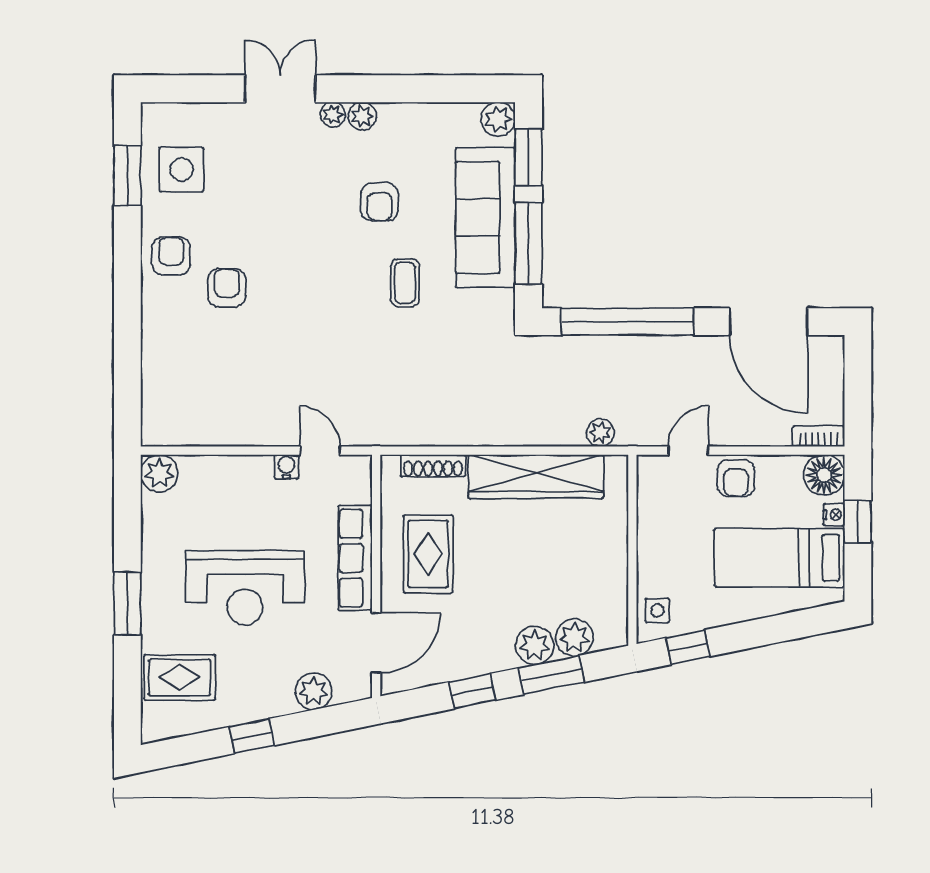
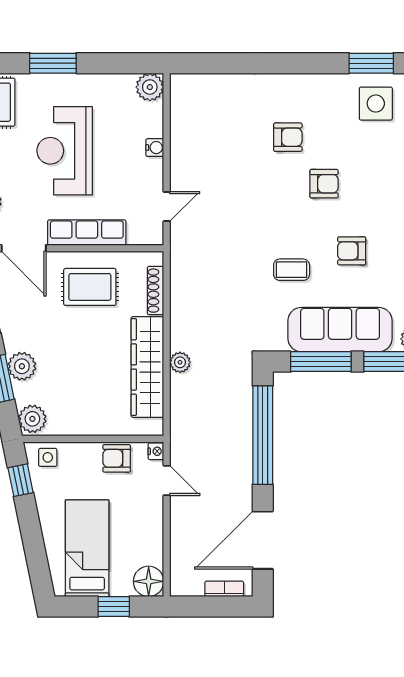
armchair: (171, 256) -> (324, 184), moved
plant: (600, 433) -> (180, 362), moved
bookcase: (819, 436) -> (224, 589), moved, turned -90
water cooler: (286, 467) -> (155, 148), moved
armchair: (736, 478) -> (117, 458), moved
nightstand: (834, 515) -> (156, 451), moved, turned -90
plant: (574, 638) -> (32, 419), moved

